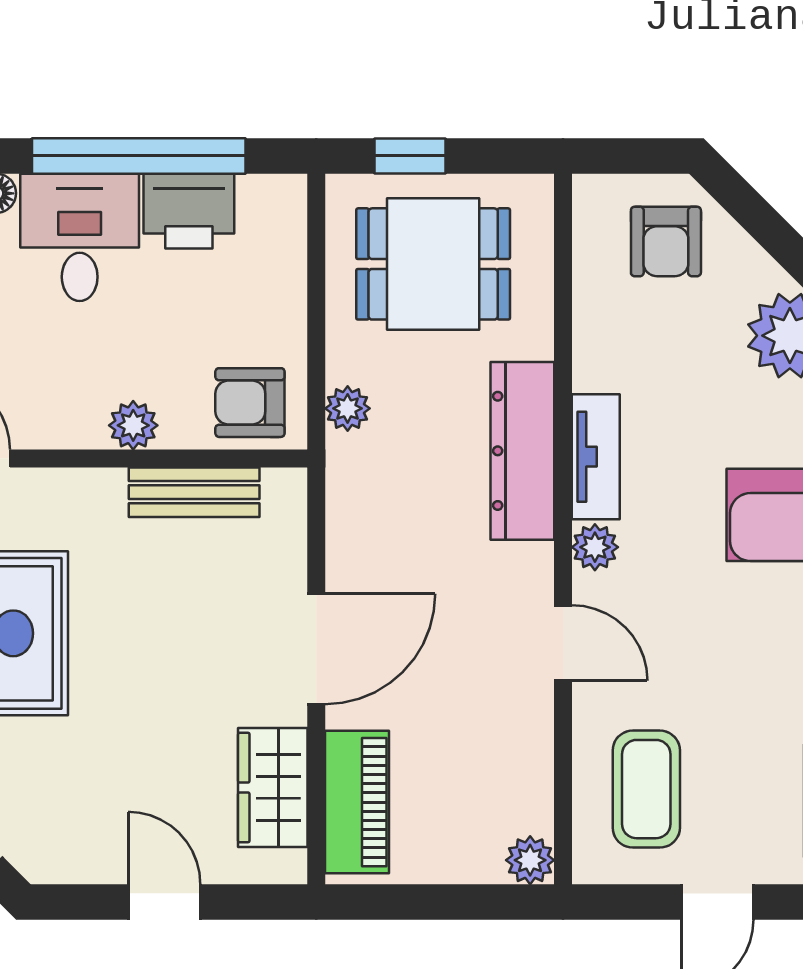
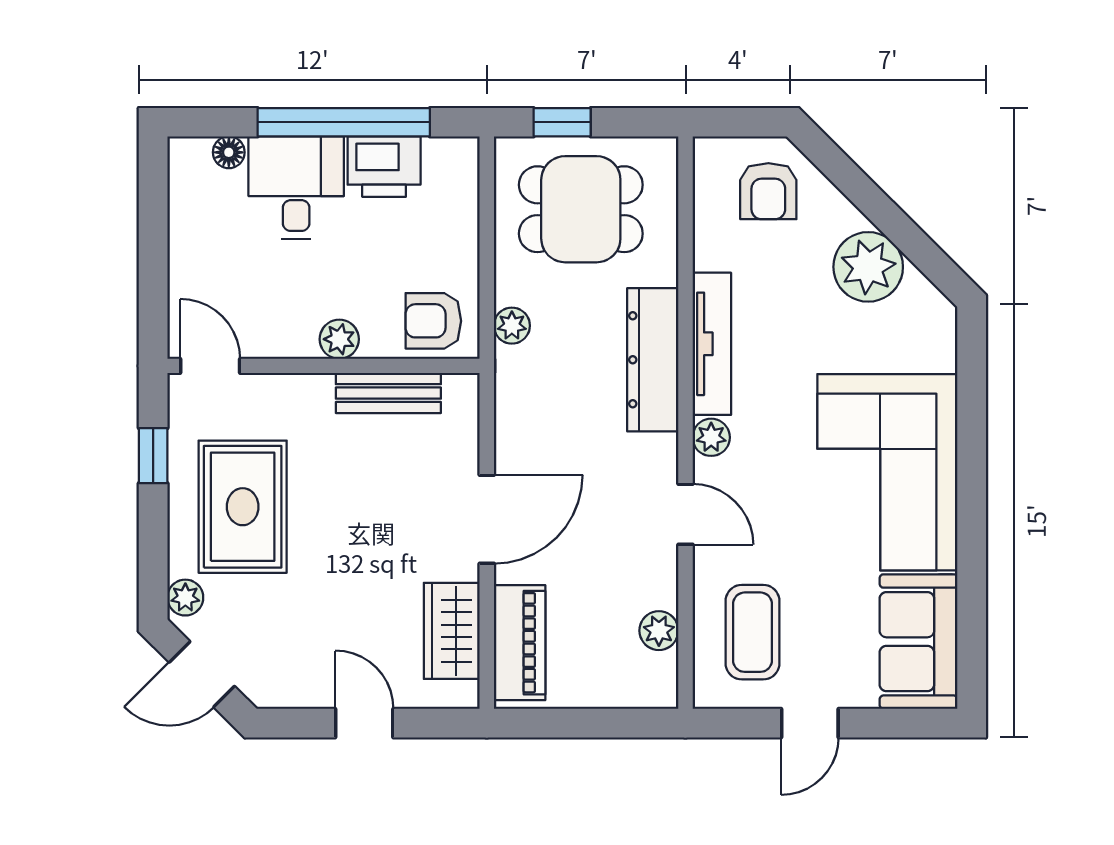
tv unit: (596, 457) -> (712, 344), width x1.41
plant: (530, 860) -> (659, 631), moved

